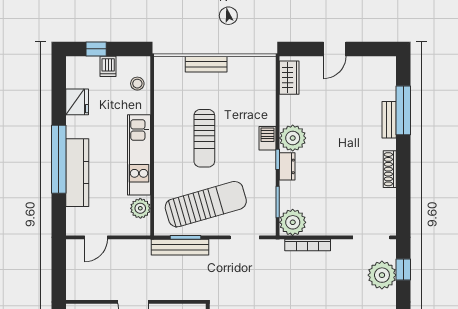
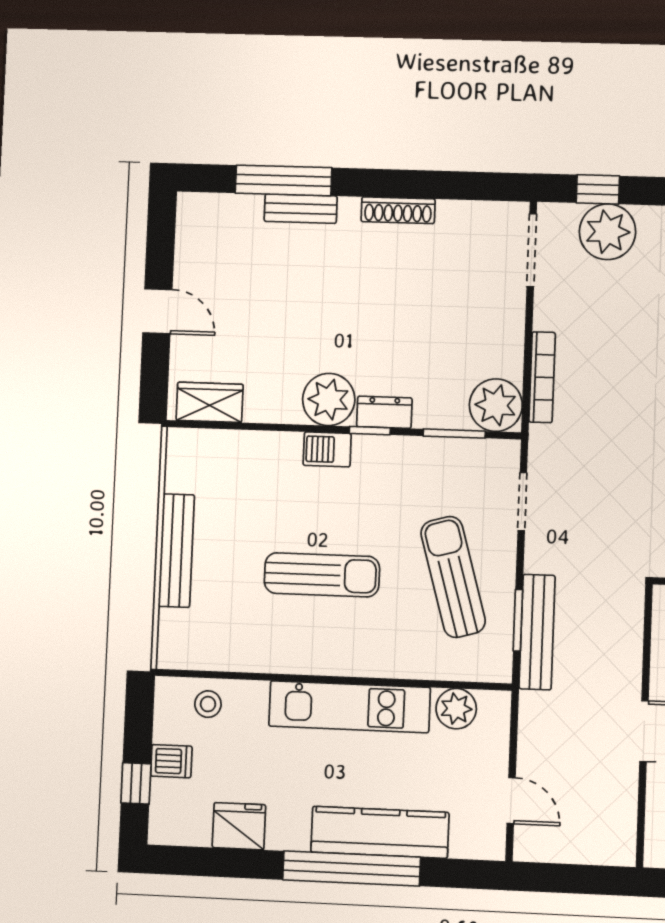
bench: (206, 64) -> (176, 551), width x1.36
sun lounger: (206, 204) -> (453, 577), width x0.73, depth x0.75

